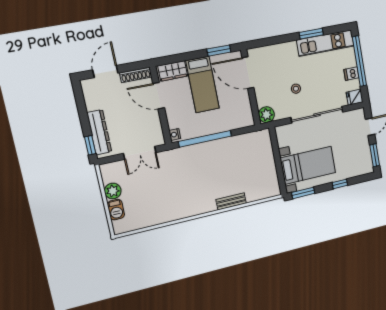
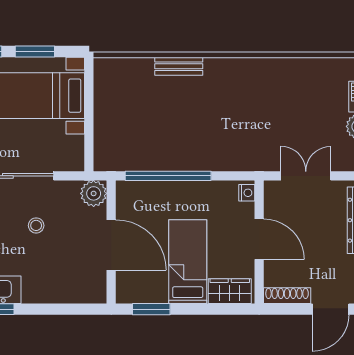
door: (248, 73) -> (111, 245), moved
door: (159, 96) -> (259, 239), moved
window: (205, 139) -> (168, 176), moved
window: (303, 193) -> (35, 51), moved

